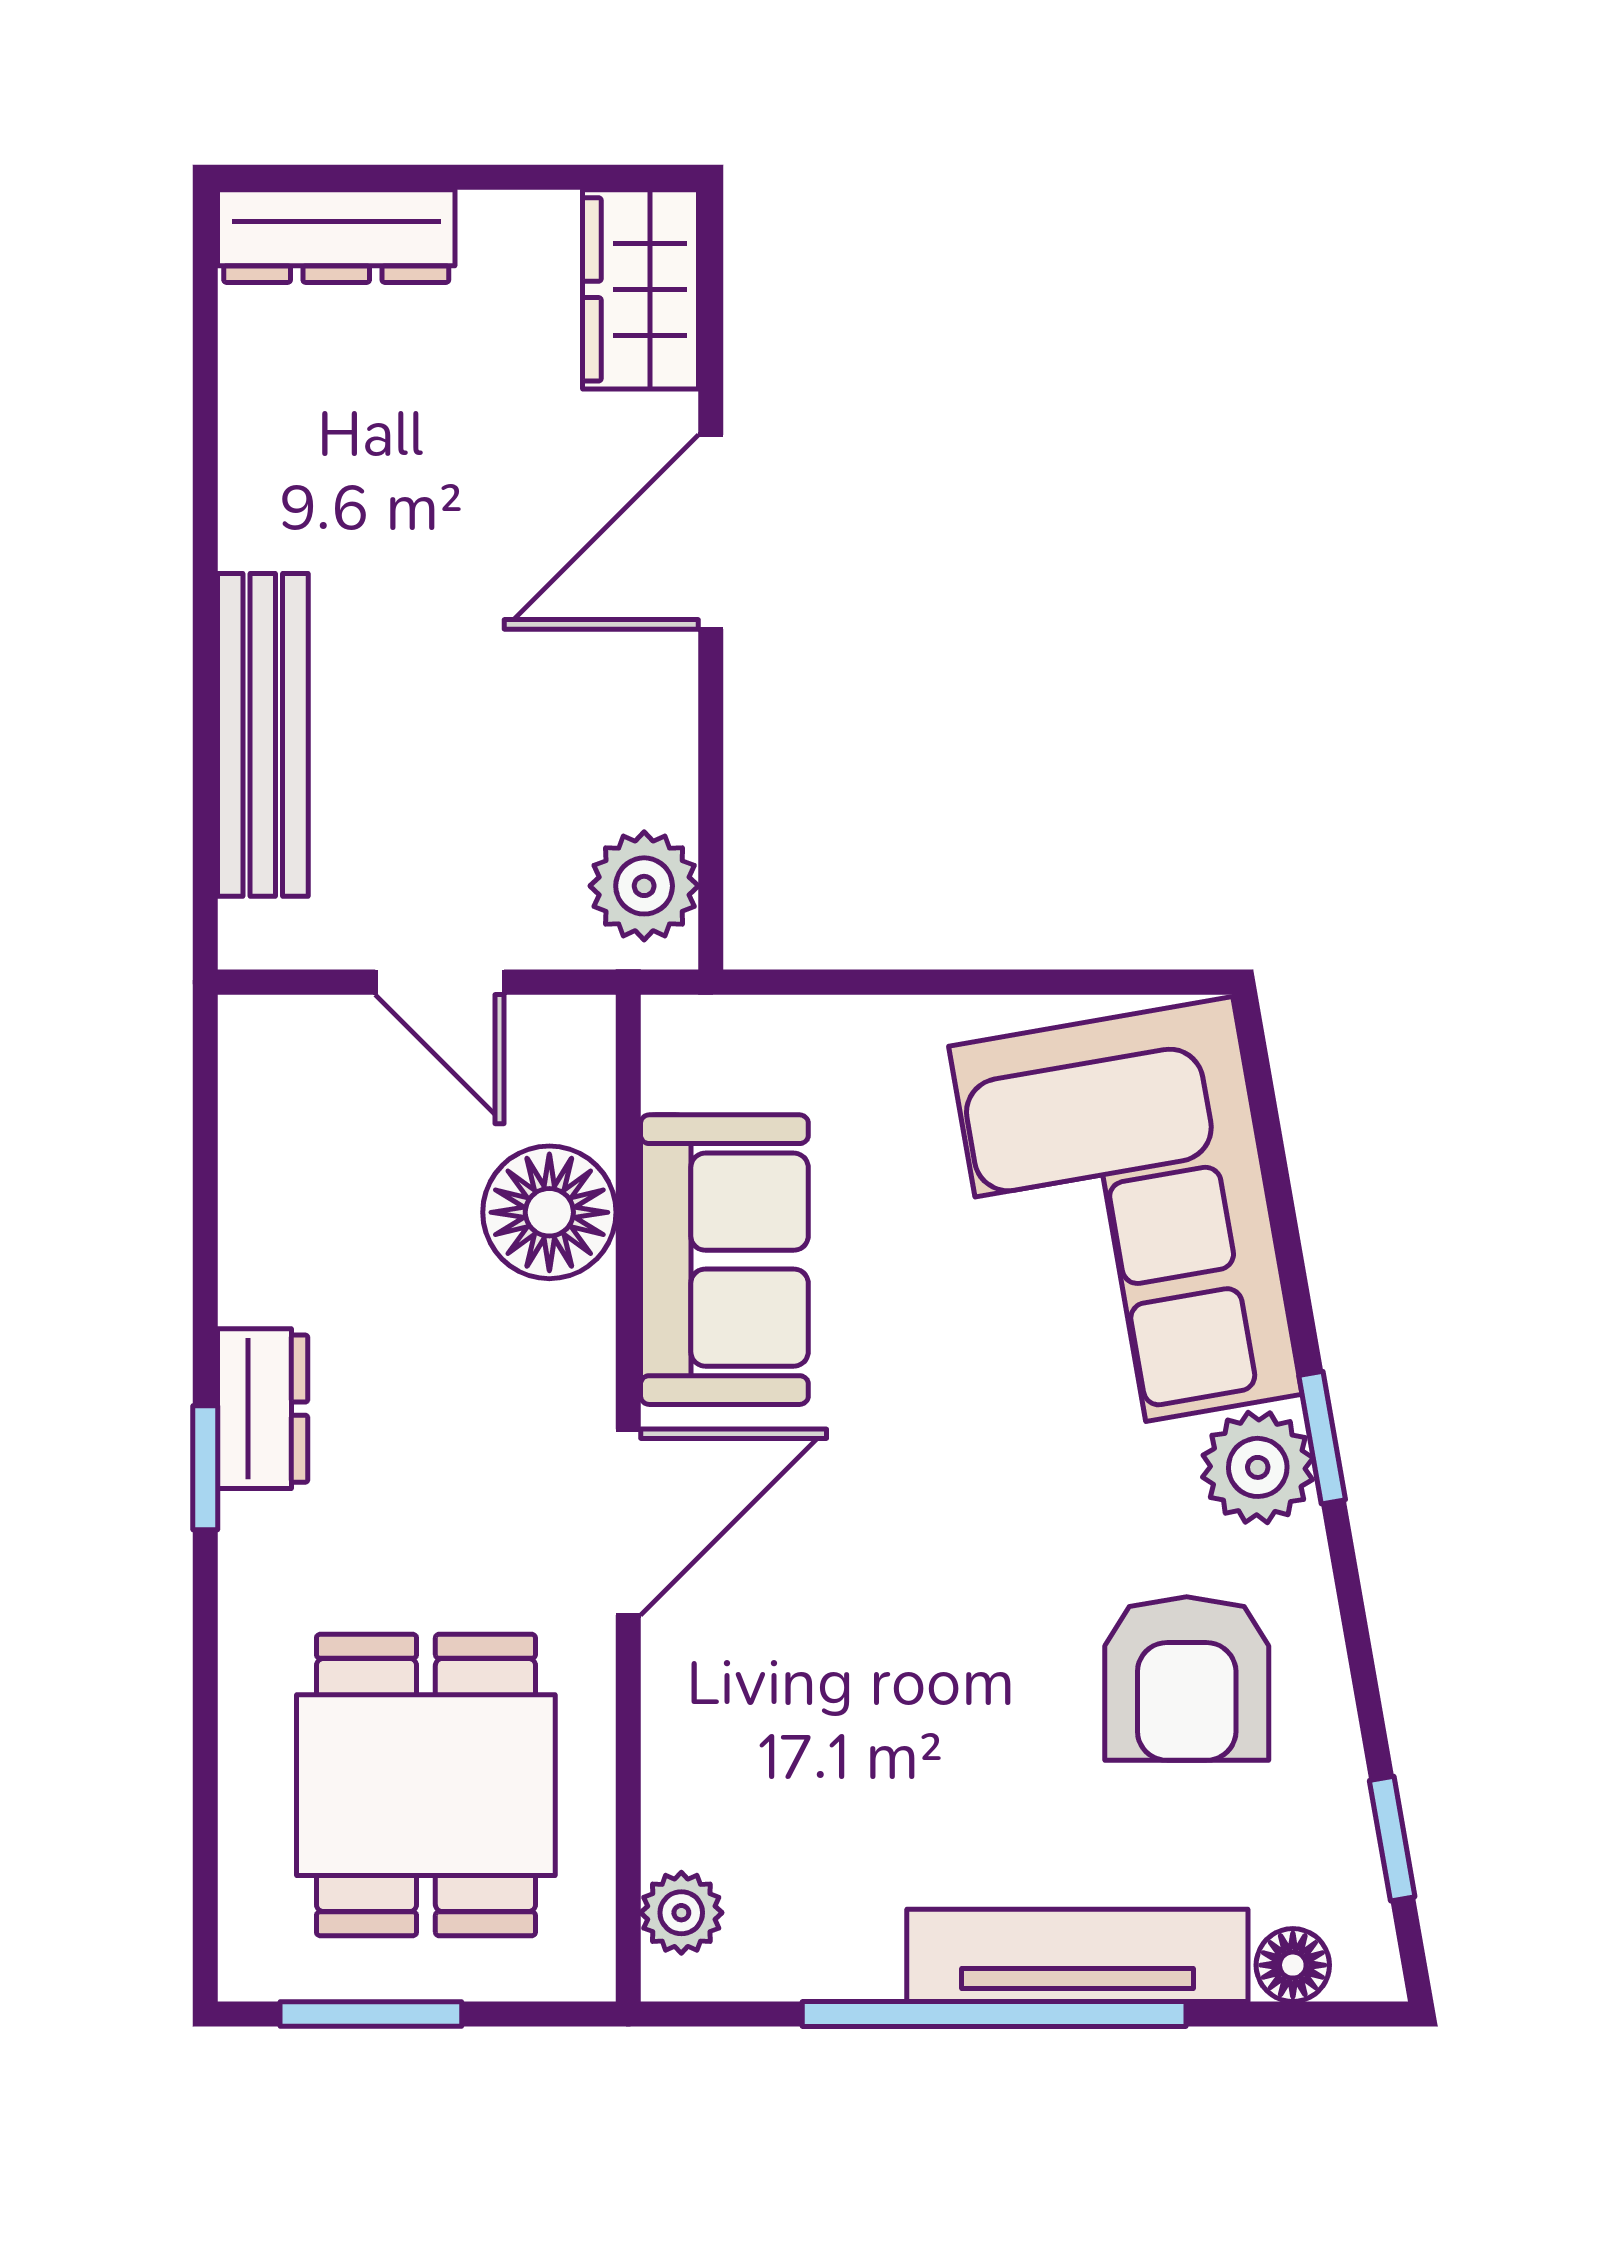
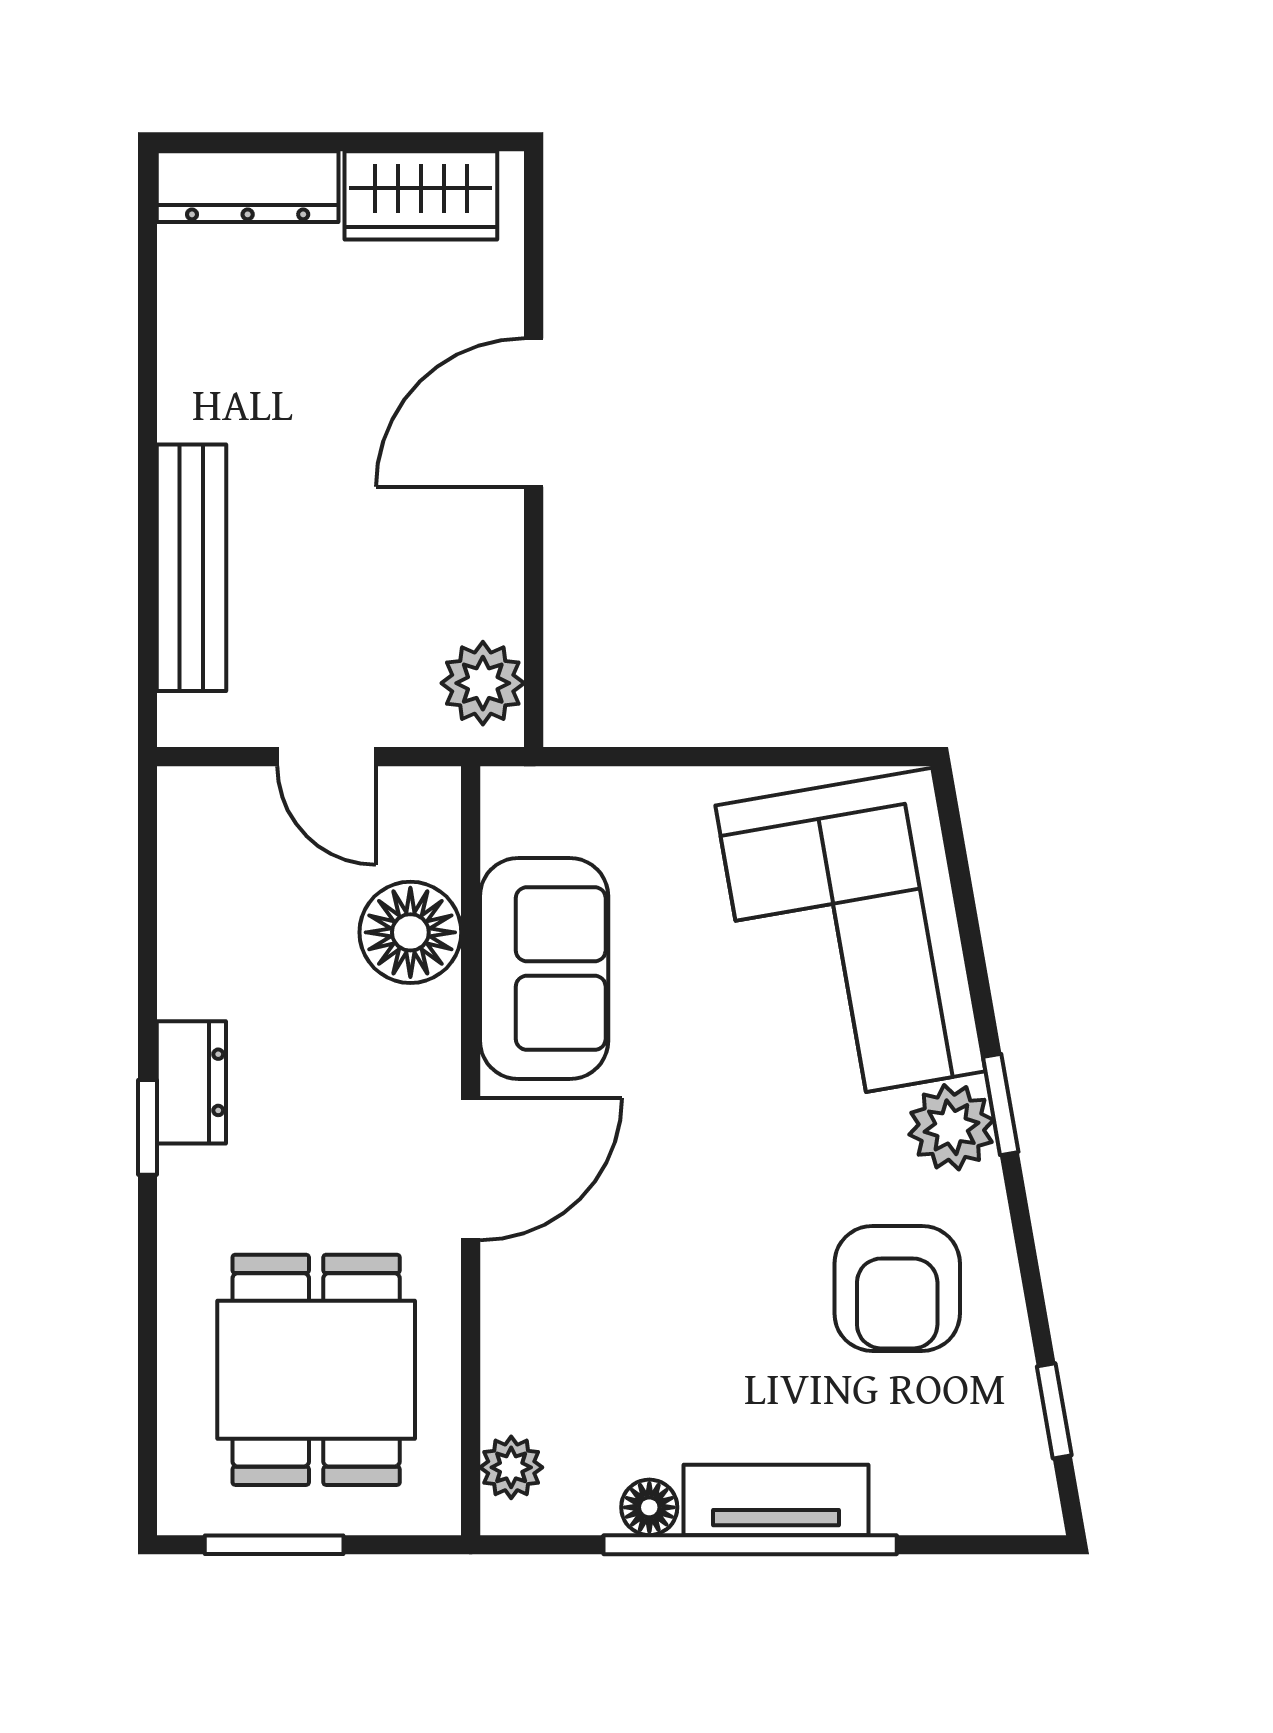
wardrobe: (641, 289) -> (421, 195), moved, turned -90
tv unit: (1077, 1955) -> (776, 1500), width x0.71
floor lamp: (1293, 1965) -> (649, 1507), moved

